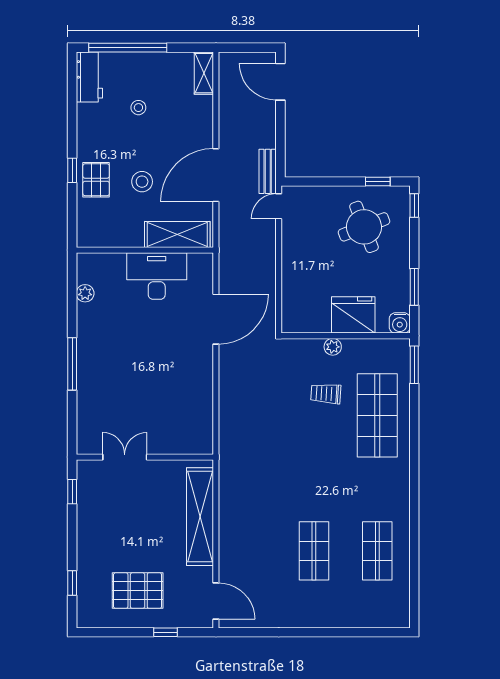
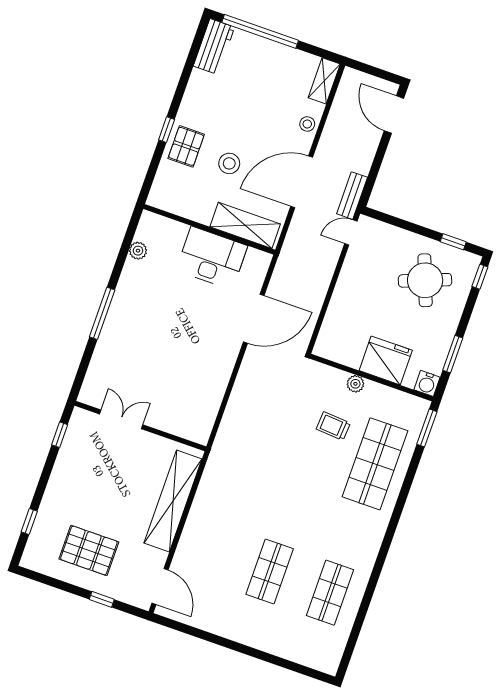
stool: (138, 108) -> (307, 124), moved

